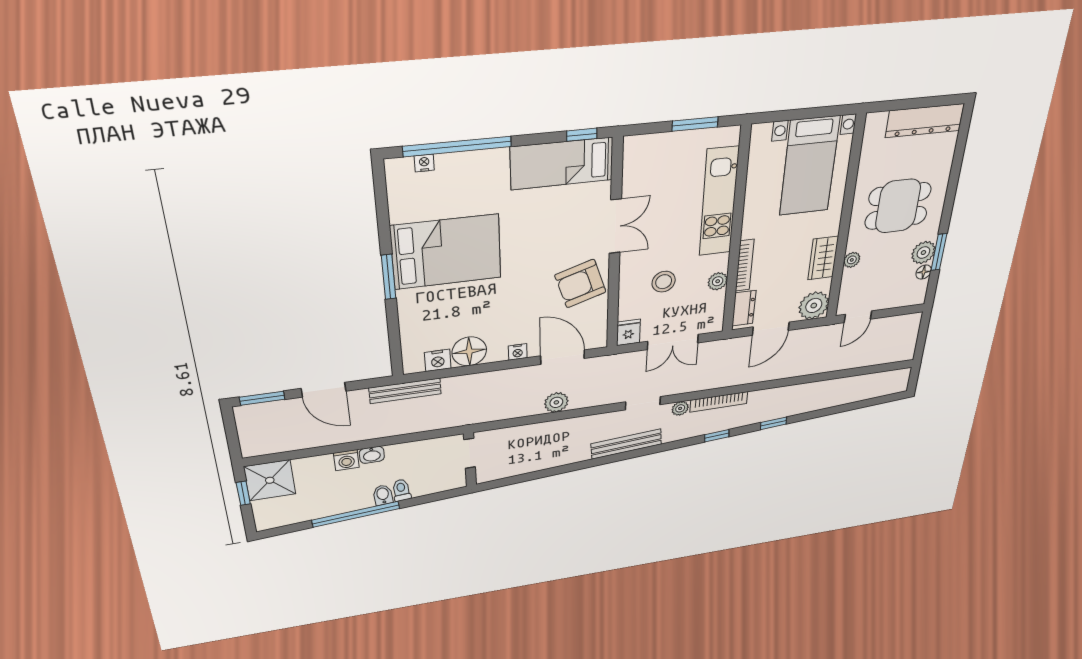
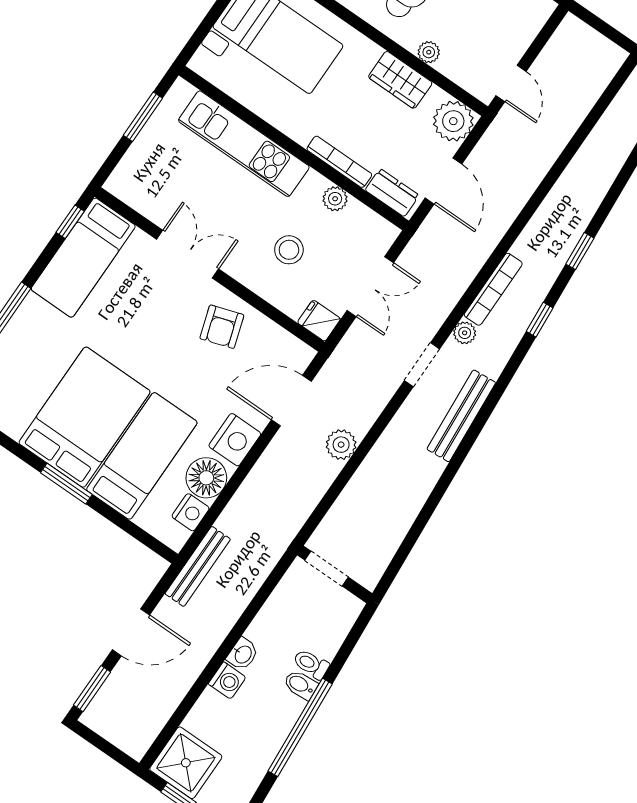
armchair: (580, 284) -> (222, 327), width x0.72, depth x0.72
bed: (450, 306) -> (142, 456), added
nightstand: (518, 352) -> (235, 440), width x1.89, depth x1.79

